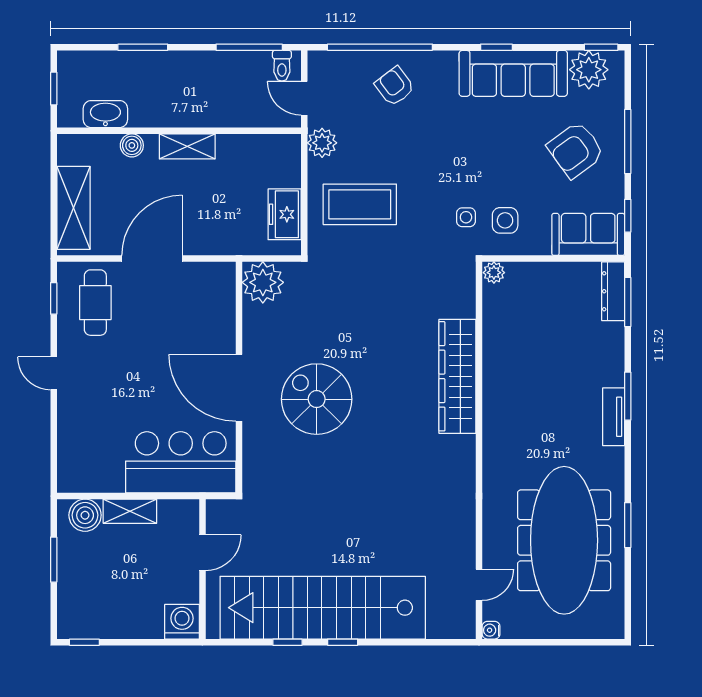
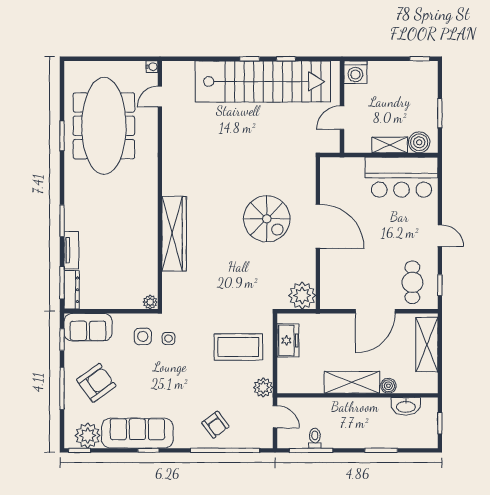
toilet: (282, 66) -> (315, 438), moved
shelving: (187, 146) -> (352, 382), width x1.50, depth x1.33
tv unit: (614, 417) -> (71, 250), moved
bar counter: (181, 462) -> (402, 177), moved

